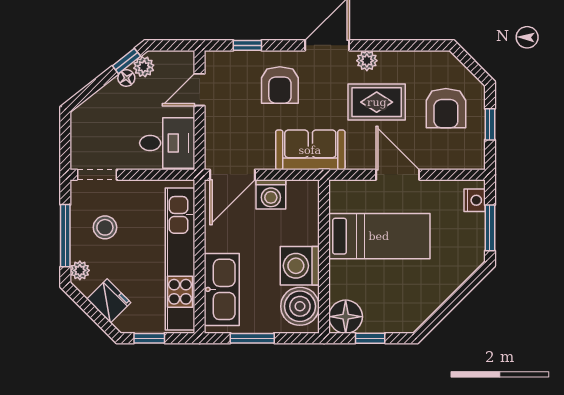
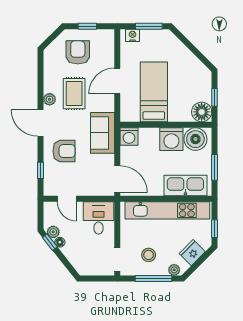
armchair: (446, 108) -> (78, 52), turned -90
washing machine: (271, 194) -> (129, 136), moved, turned 90

